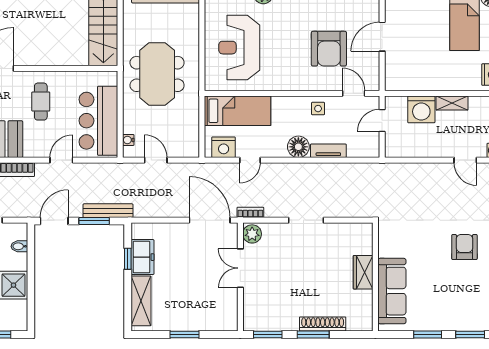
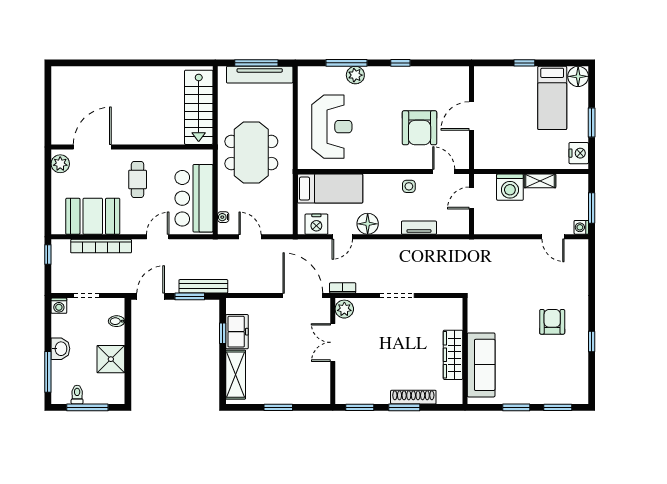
reception desk: (239, 48) -> (332, 127), turned 180
floor lamp: (298, 147) -> (368, 224), moved
wardrobe: (363, 272) -> (453, 355), width x1.50

